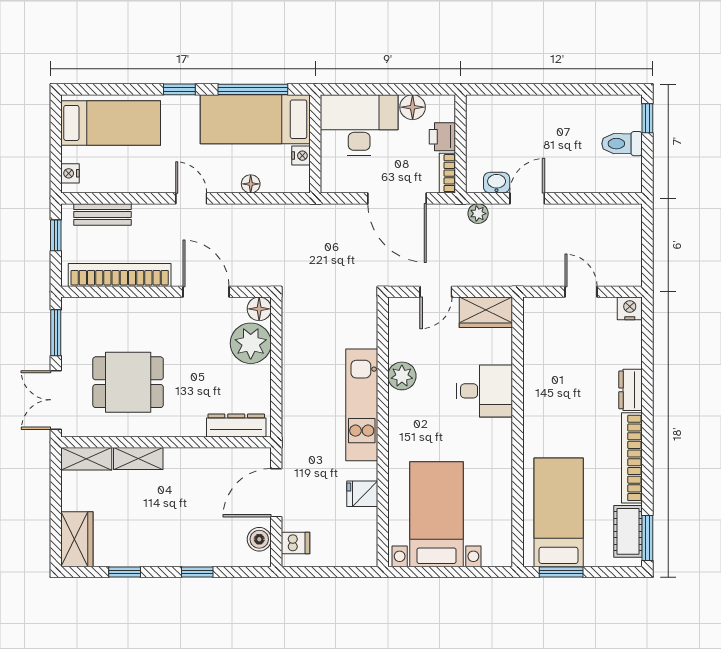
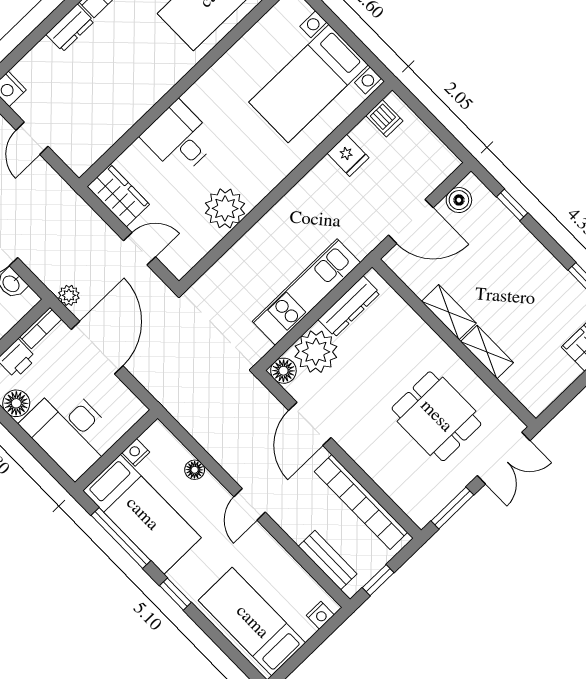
plant: (478, 214) -> (69, 295), moved
plant: (402, 376) -> (225, 208), width x1.36, depth x1.36
kitchen unit: (362, 405) -> (306, 292), moved, turned 180
dresser: (236, 425) -> (349, 306), moved, turned -90
shelving: (86, 459) -> (449, 312), moved
dishwasher: (296, 543) -> (384, 118), moved, turned 180
window: (197, 572) -> (512, 205), moved

